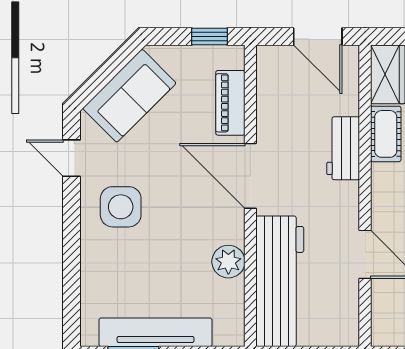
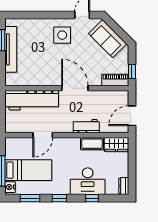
piano: (230, 103) -> (115, 80), moved
door: (250, 176) -> (75, 88), hinge flipped
plant: (228, 262) -> (40, 79), removed

